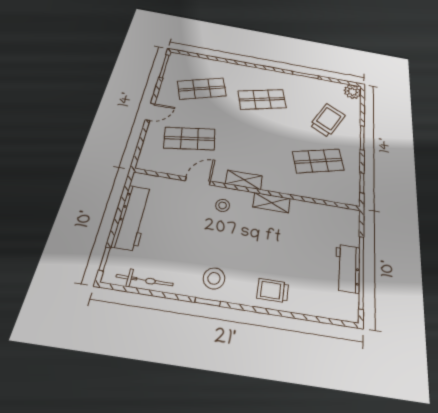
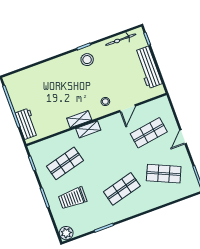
shop shelf: (202, 89) -> (164, 174), turned 42
trolley: (328, 120) -> (73, 198), turned 62
shelving: (244, 180) -> (88, 129), moved
workbench: (348, 268) -> (27, 124), moved
trolley: (273, 290) -> (54, 70), removed

